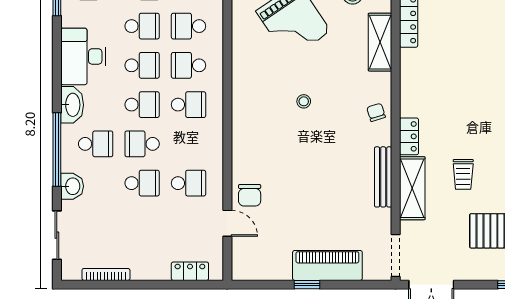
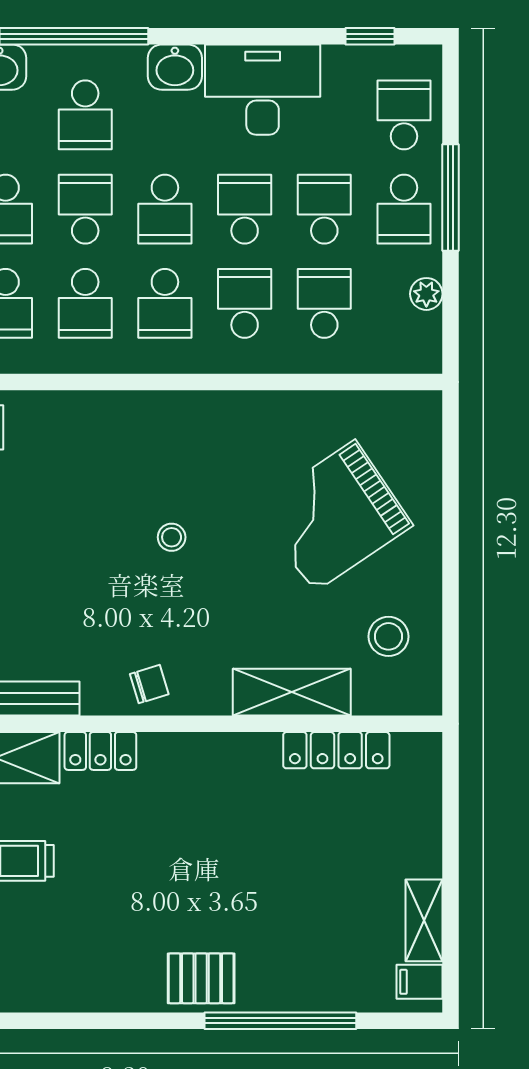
school desk: (142, 26) -> (324, 209), turned 180
school desk: (142, 65) -> (245, 209), turned 180
washbasin: (72, 105) -> (175, 67), width x0.72
school desk: (189, 144) -> (85, 303), added

